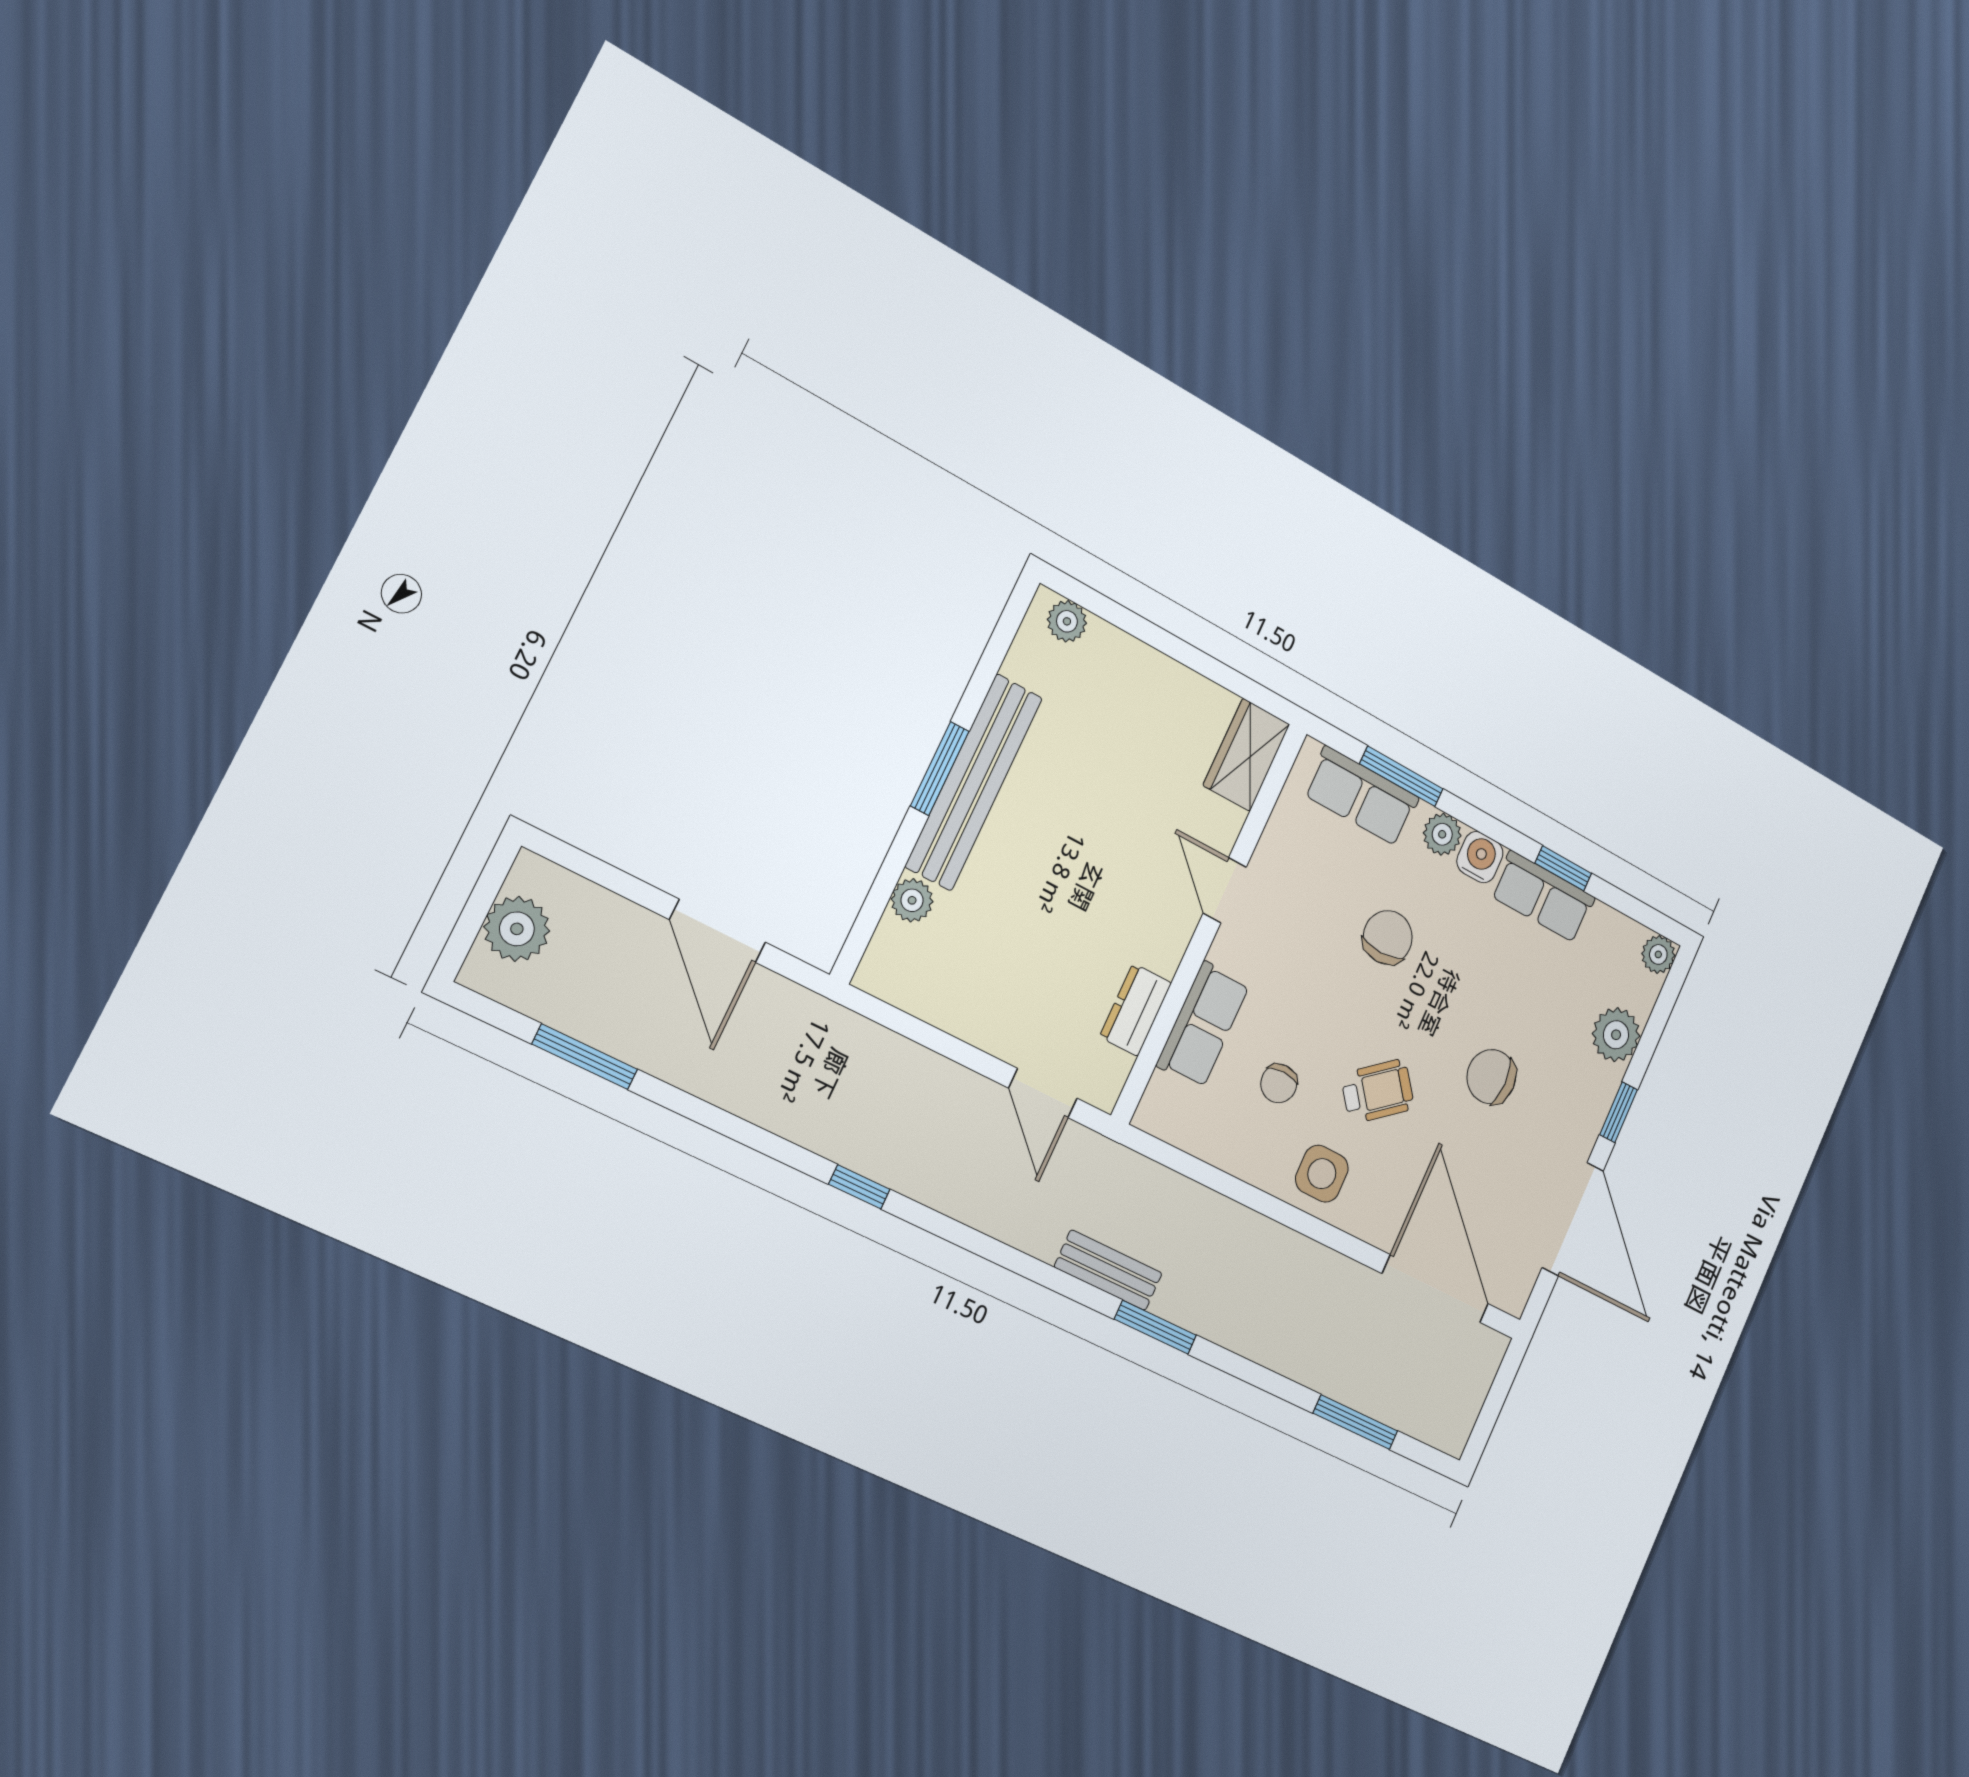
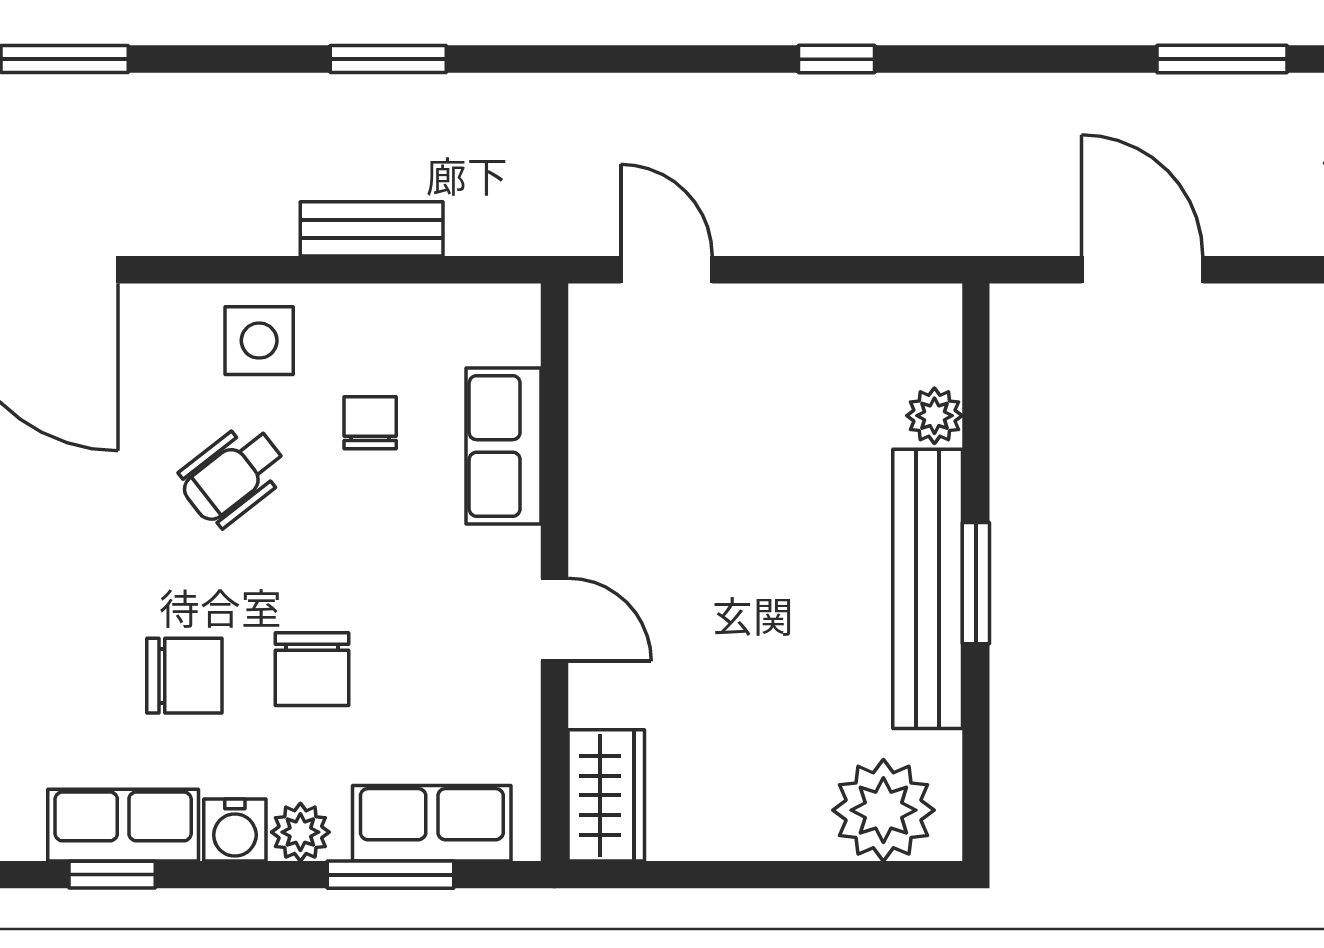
plant: (1067, 621) -> (883, 810), width x1.88, depth x1.88
dresser: (1136, 1010) -> (598, 422), removed
chair: (1491, 1077) -> (184, 676), moved
bench: (1108, 1270) -> (372, 229), moved

